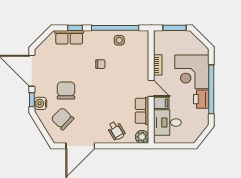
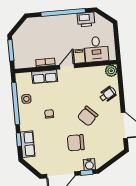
corner desk: (192, 72) -> (49, 31), removed
printer: (201, 99) -> (86, 19), moved
row of seats: (142, 111) -> (45, 77), moved
chair: (62, 119) -> (88, 116), moved

